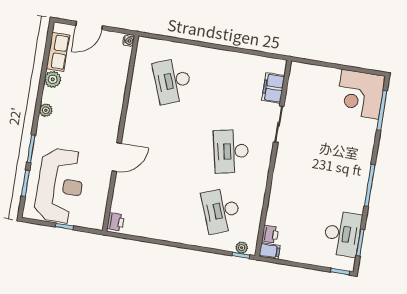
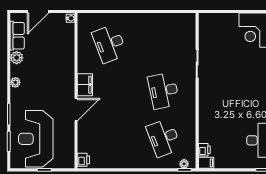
filing cabinet: (273, 88) -> (85, 85), moved, turned 180
reception desk: (60, 186) -> (36, 139), turned 180

